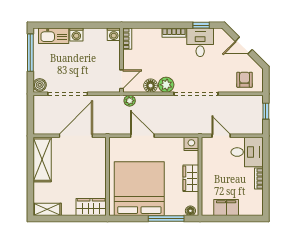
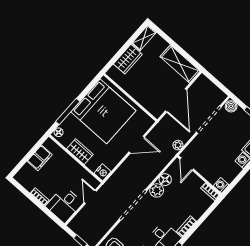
plant: (130, 101) -> (178, 145), moved
door: (221, 136) -> (90, 197), swing flipped
wardrobe: (91, 207) -> (128, 59), moved

